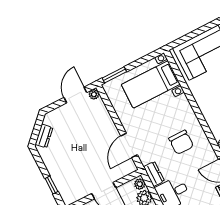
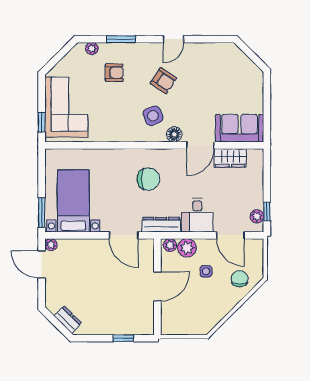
window: (183, 40) -> (42, 122), added
bed with nightstands: (151, 84) -> (73, 201), moved, turned 180
dresser: (154, 174) -> (161, 225), width x1.44

